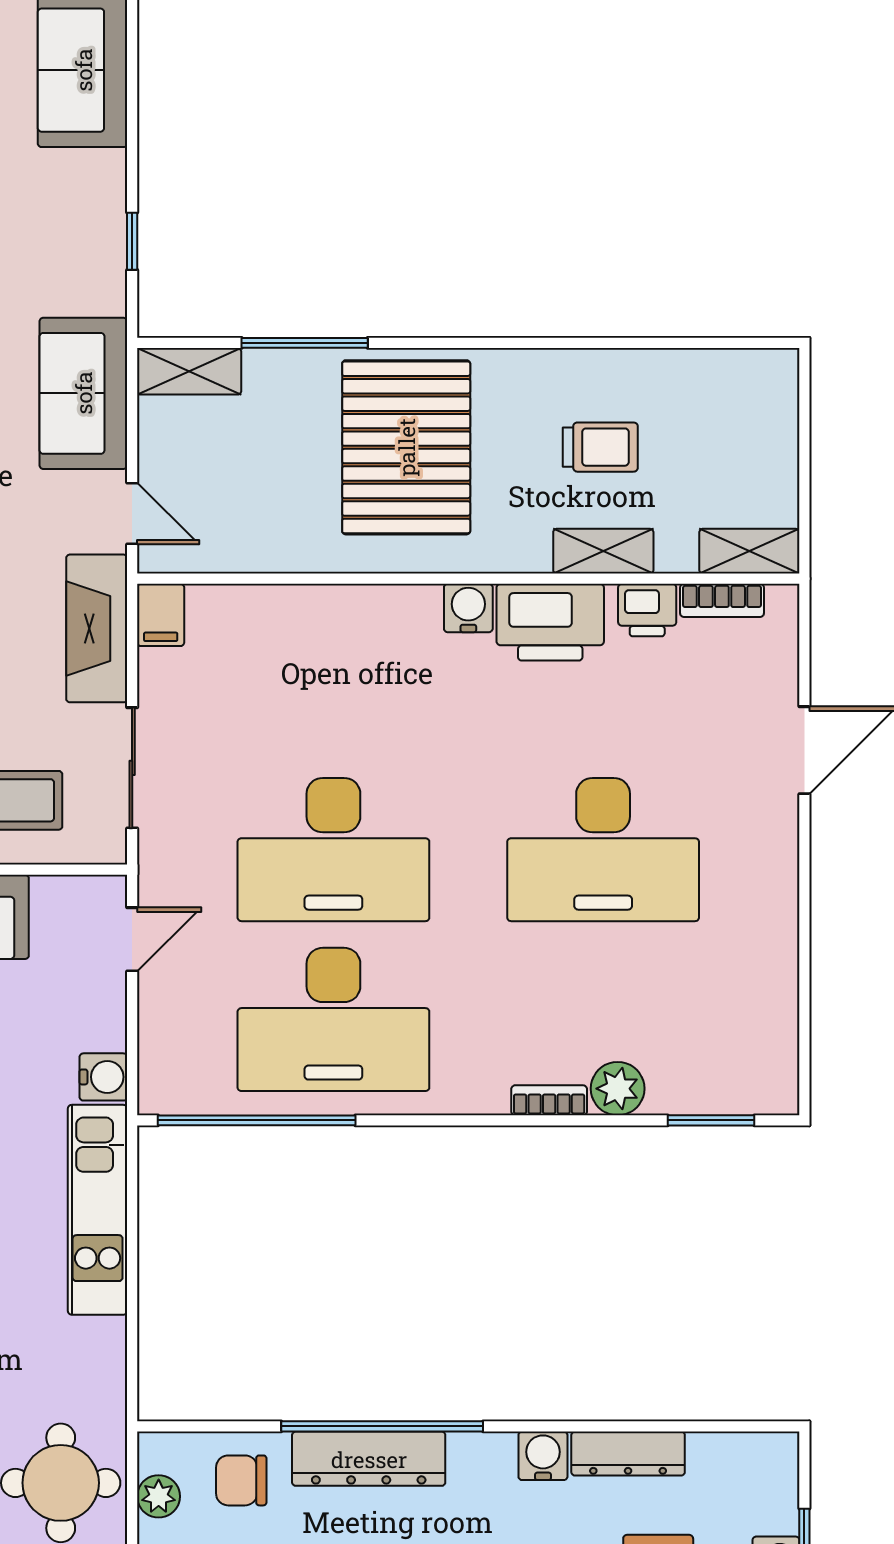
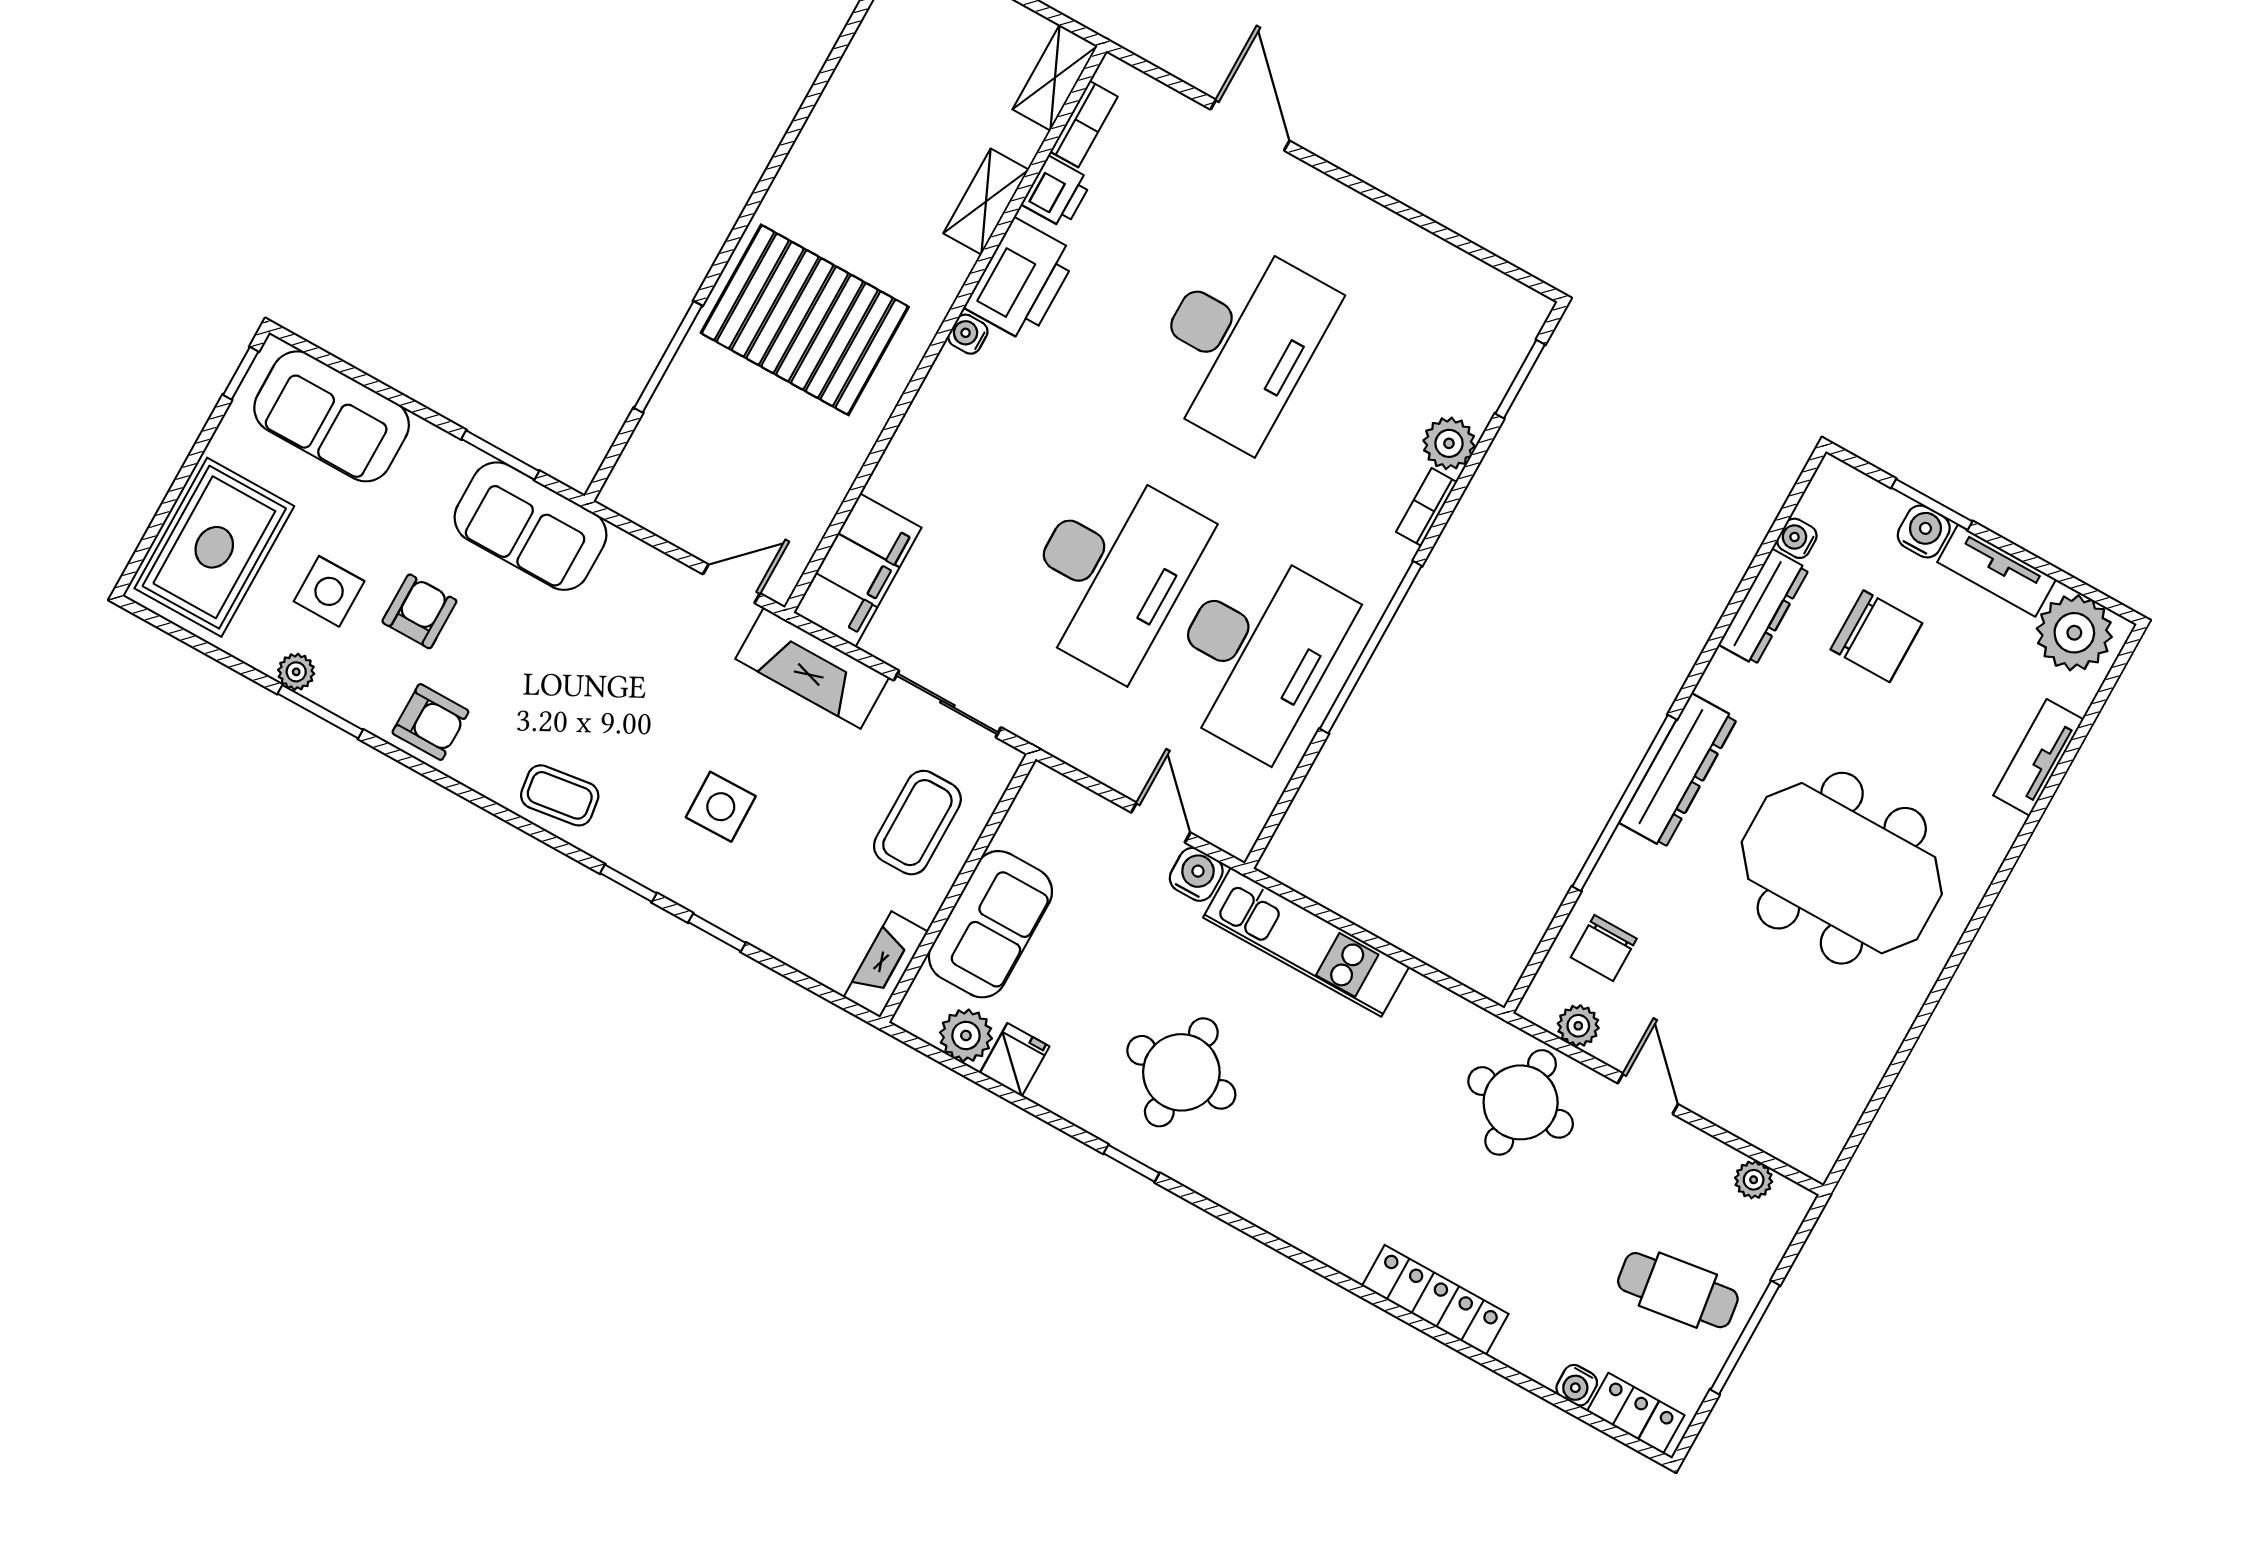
window: (132, 241) -> (500, 455), width x1.50
shelving: (189, 371) -> (638, 468), removed
sofa: (83, 393) -> (530, 526), moved
trolley: (600, 447) -> (896, 155), removed
water cooler: (468, 608) -> (968, 334), width x0.72, depth x0.72
filing cabinet: (161, 615) -> (858, 570), width x3.00, depth x1.17
door: (132, 939) -> (1161, 823), moved
window: (257, 1120) -> (1371, 647), moved
water cooler: (543, 1456) -> (1797, 538), moved, width x0.72, depth x0.72
dresser: (369, 1459) -> (1678, 771), moved

